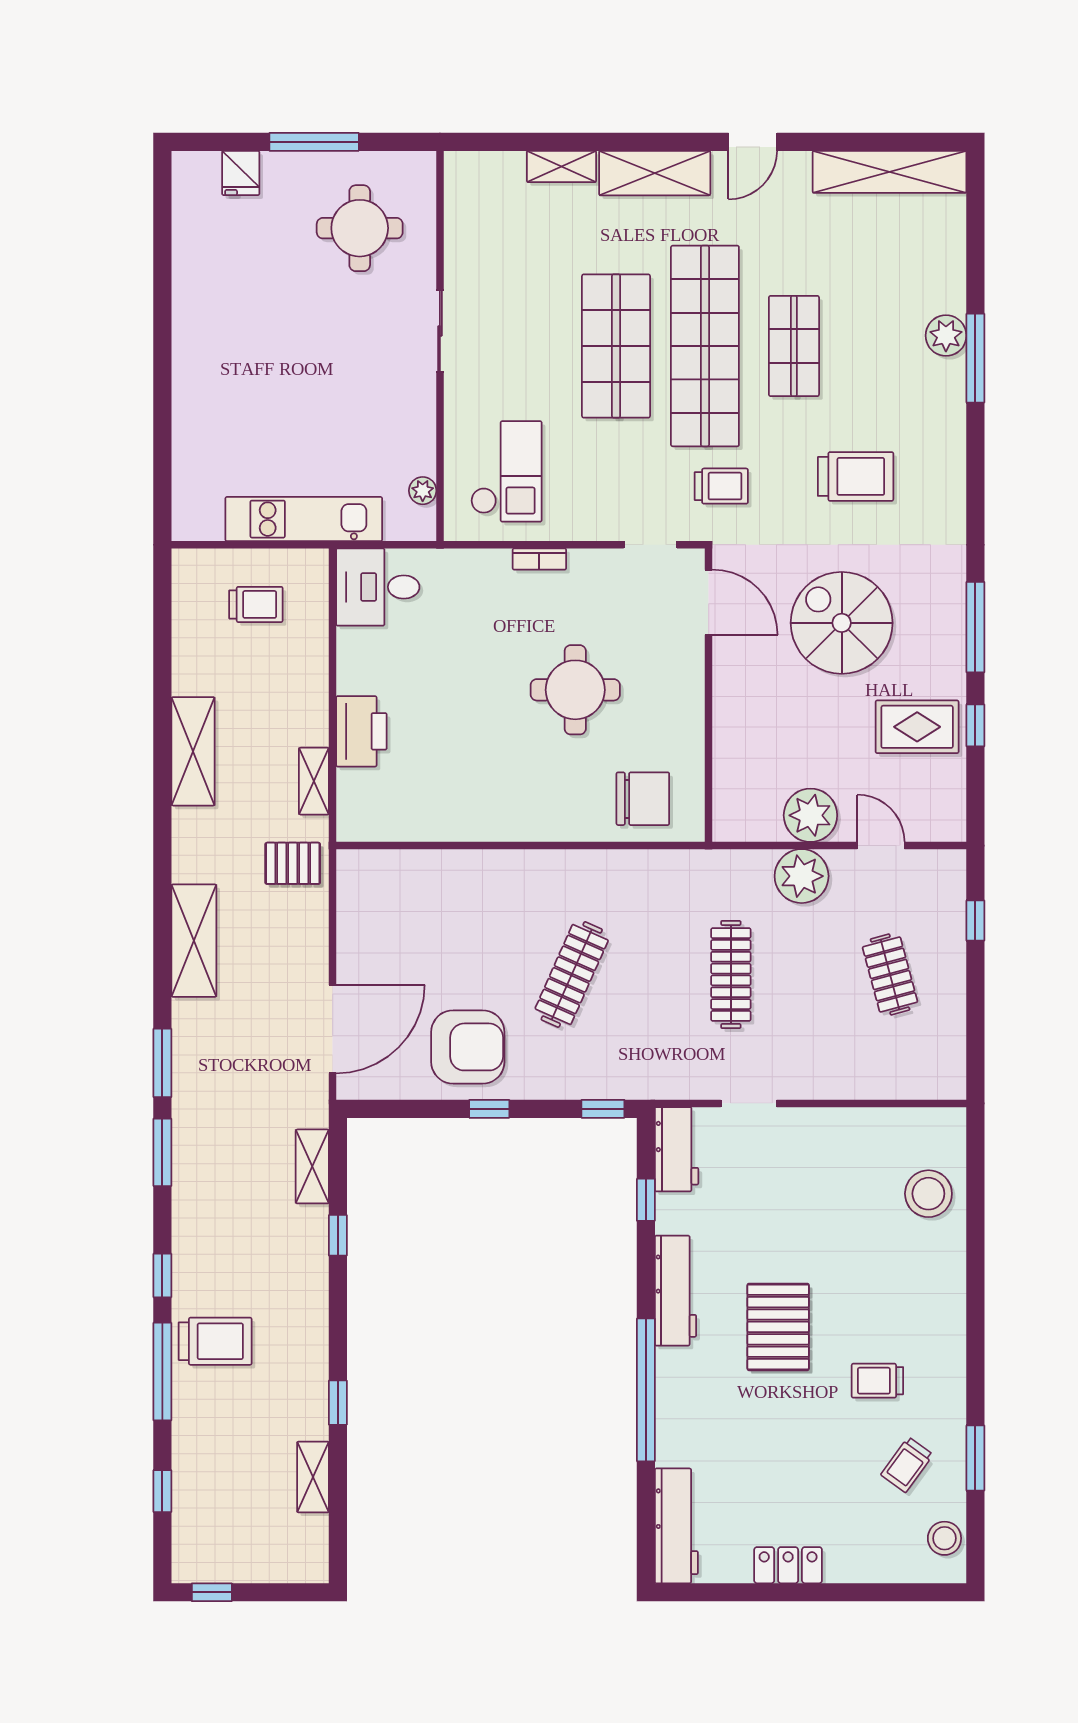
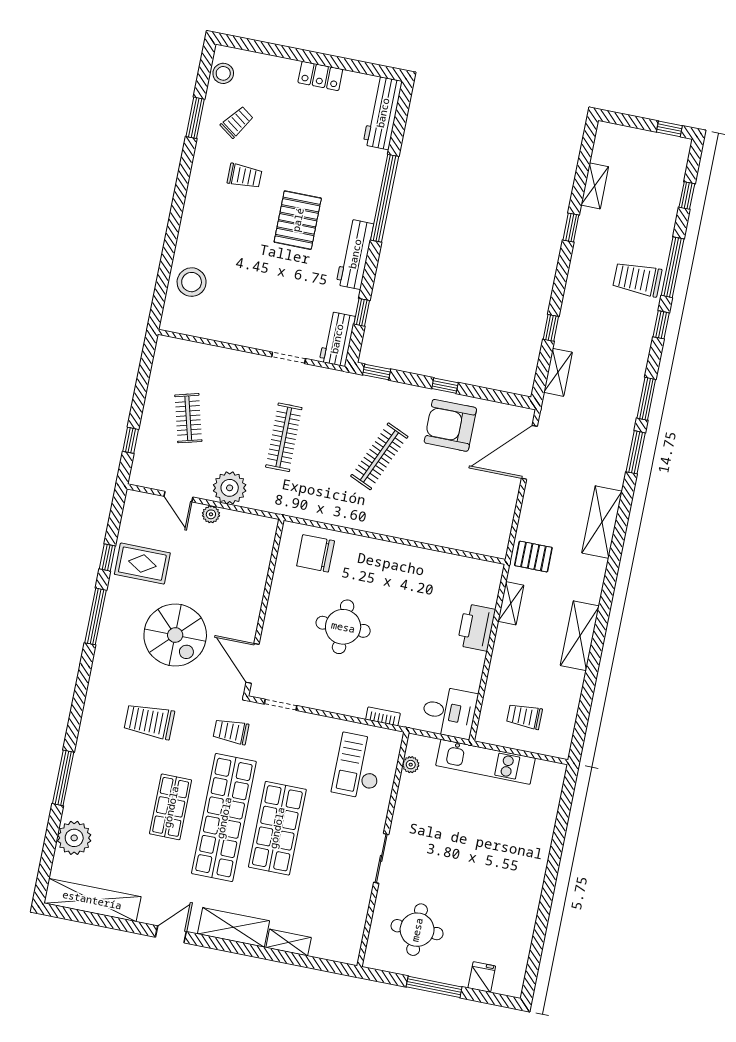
plant: (946, 336) -> (74, 838), moved, width x1.36, depth x1.36
bookcase: (539, 559) -> (383, 716), moved
plant: (810, 815) -> (211, 514), width x0.53, depth x0.53

